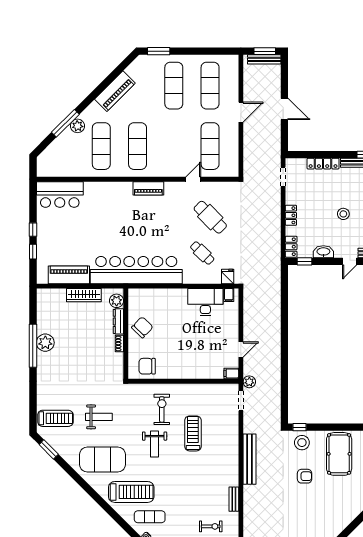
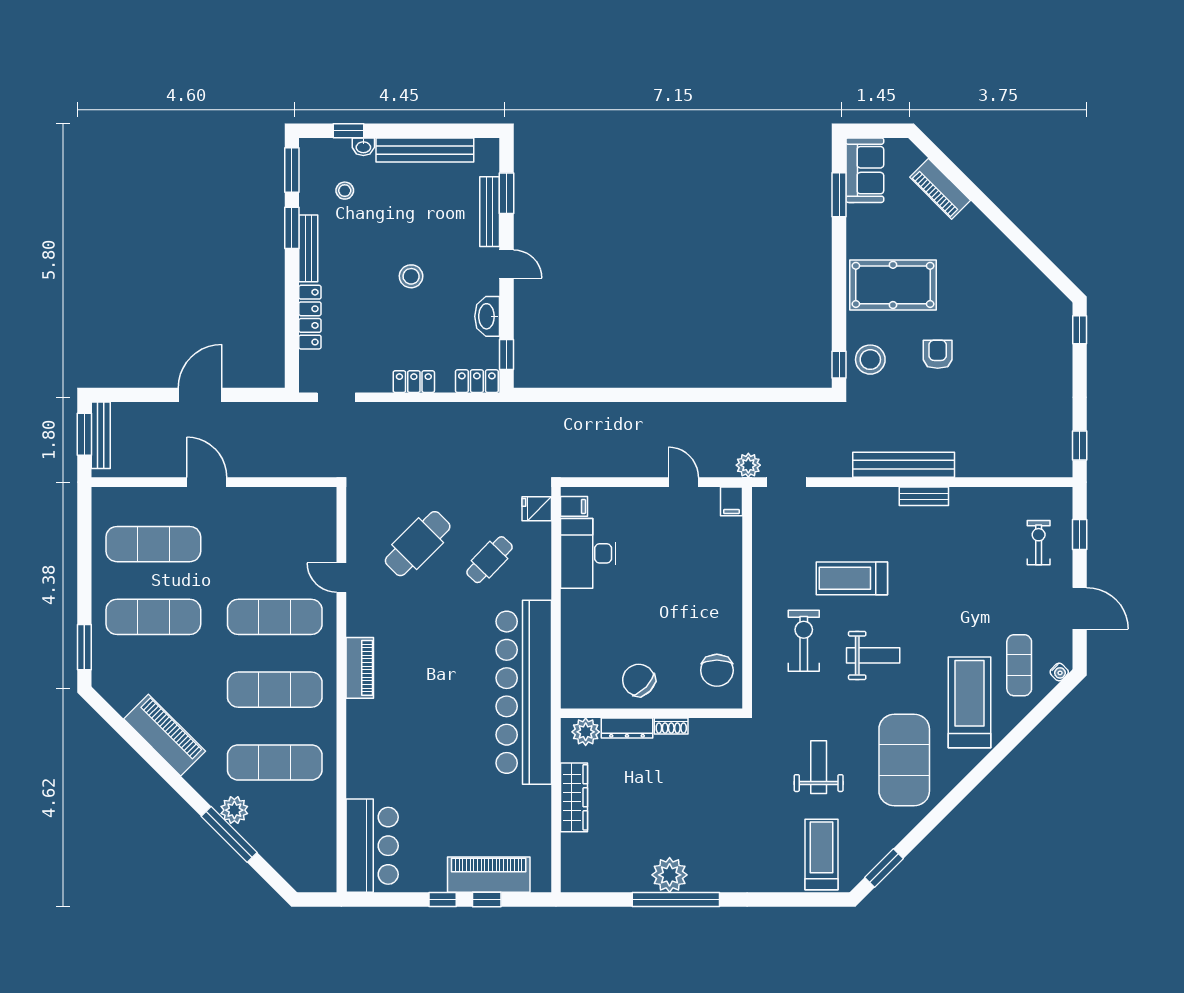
exercise mat: (210, 146) -> (275, 617), moved
piano: (69, 275) -> (489, 875), moved, turned 90
exercise bike: (162, 409) -> (804, 641), turned 90
bench: (234, 499) -> (924, 496), moved

